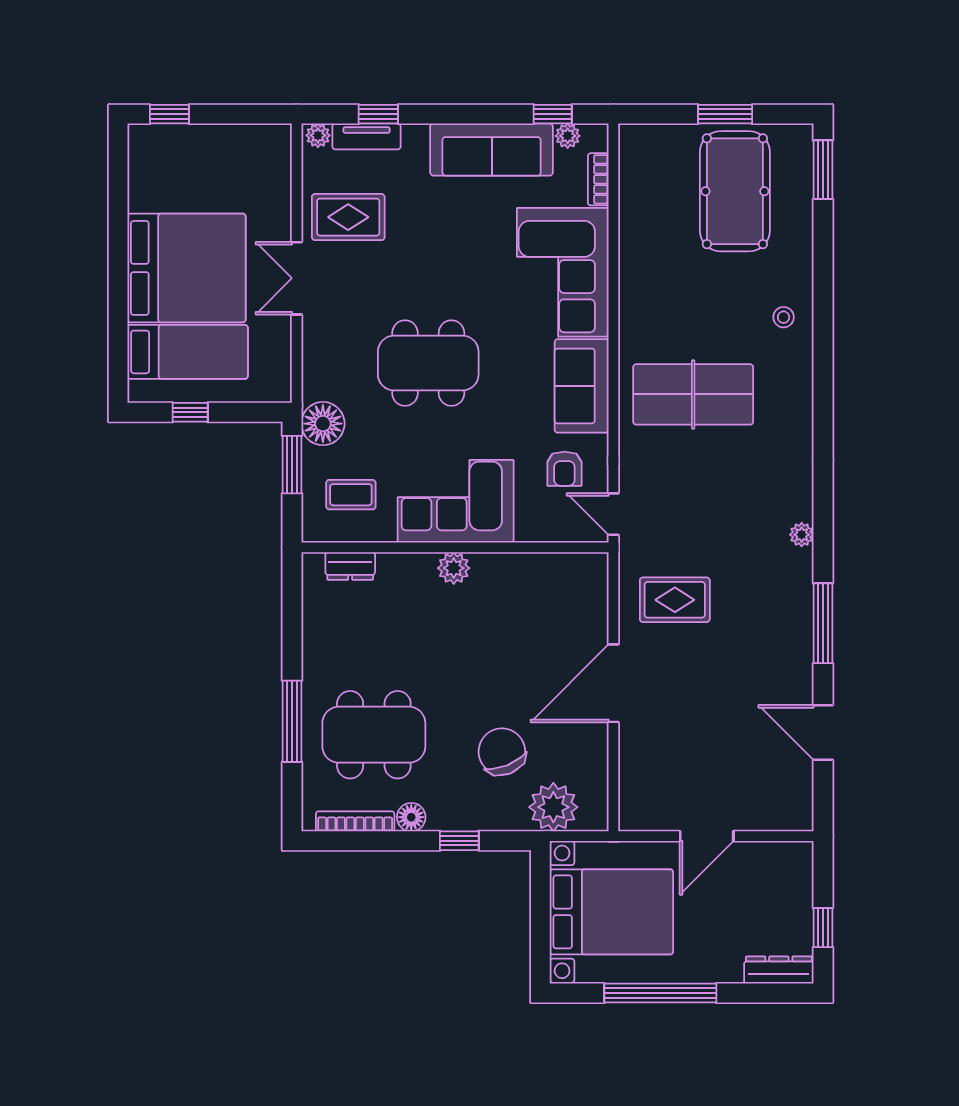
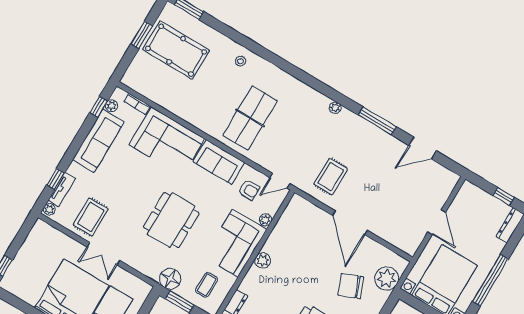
plant: (529, 530) -> (265, 220), added

